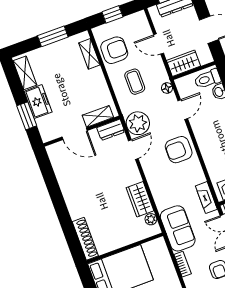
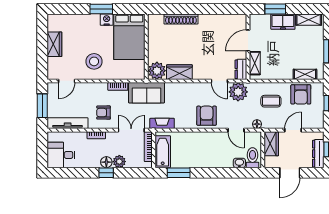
plant: (151, 219) -> (157, 71), width x1.88, depth x1.88
shoe rack: (85, 239) -> (181, 19), moved

